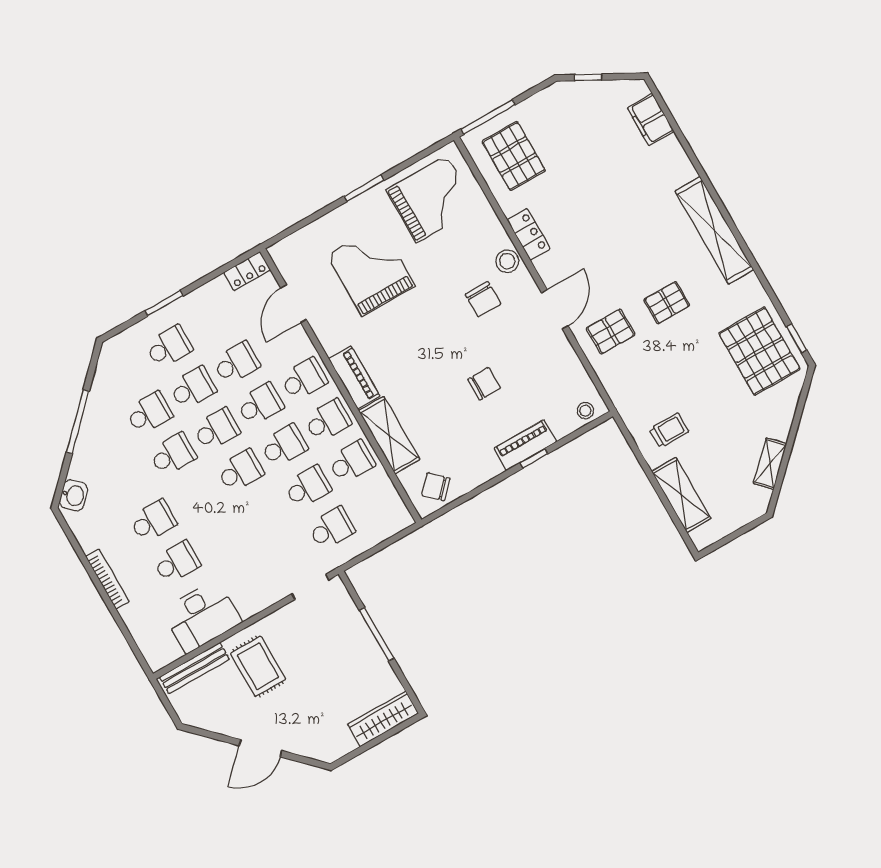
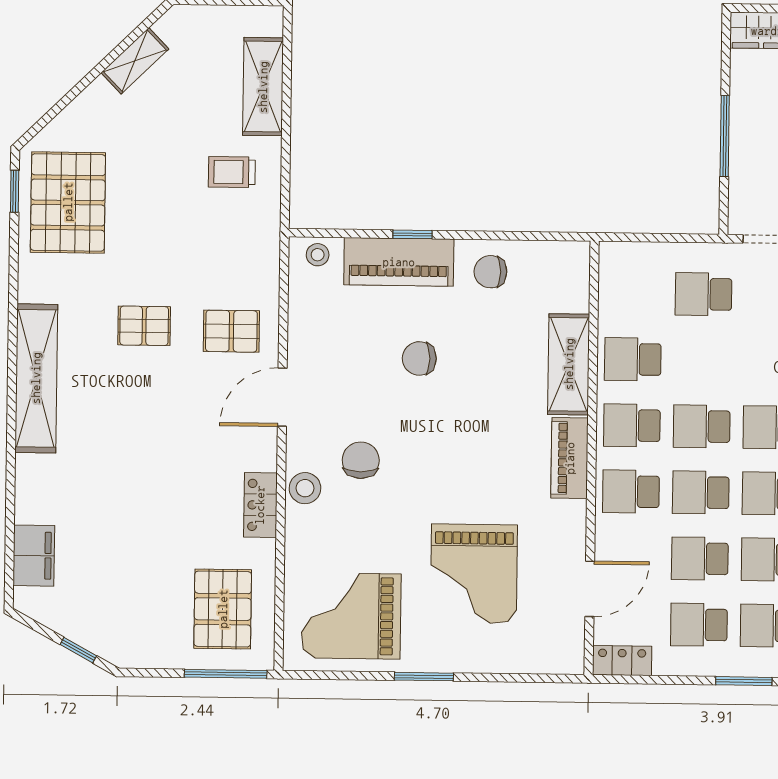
piano: (525, 445) -> (399, 262), width x1.37, depth x1.33
school desk: (308, 487) -> (699, 625), moved
chair: (436, 487) -> (490, 272), moved, turned 136

